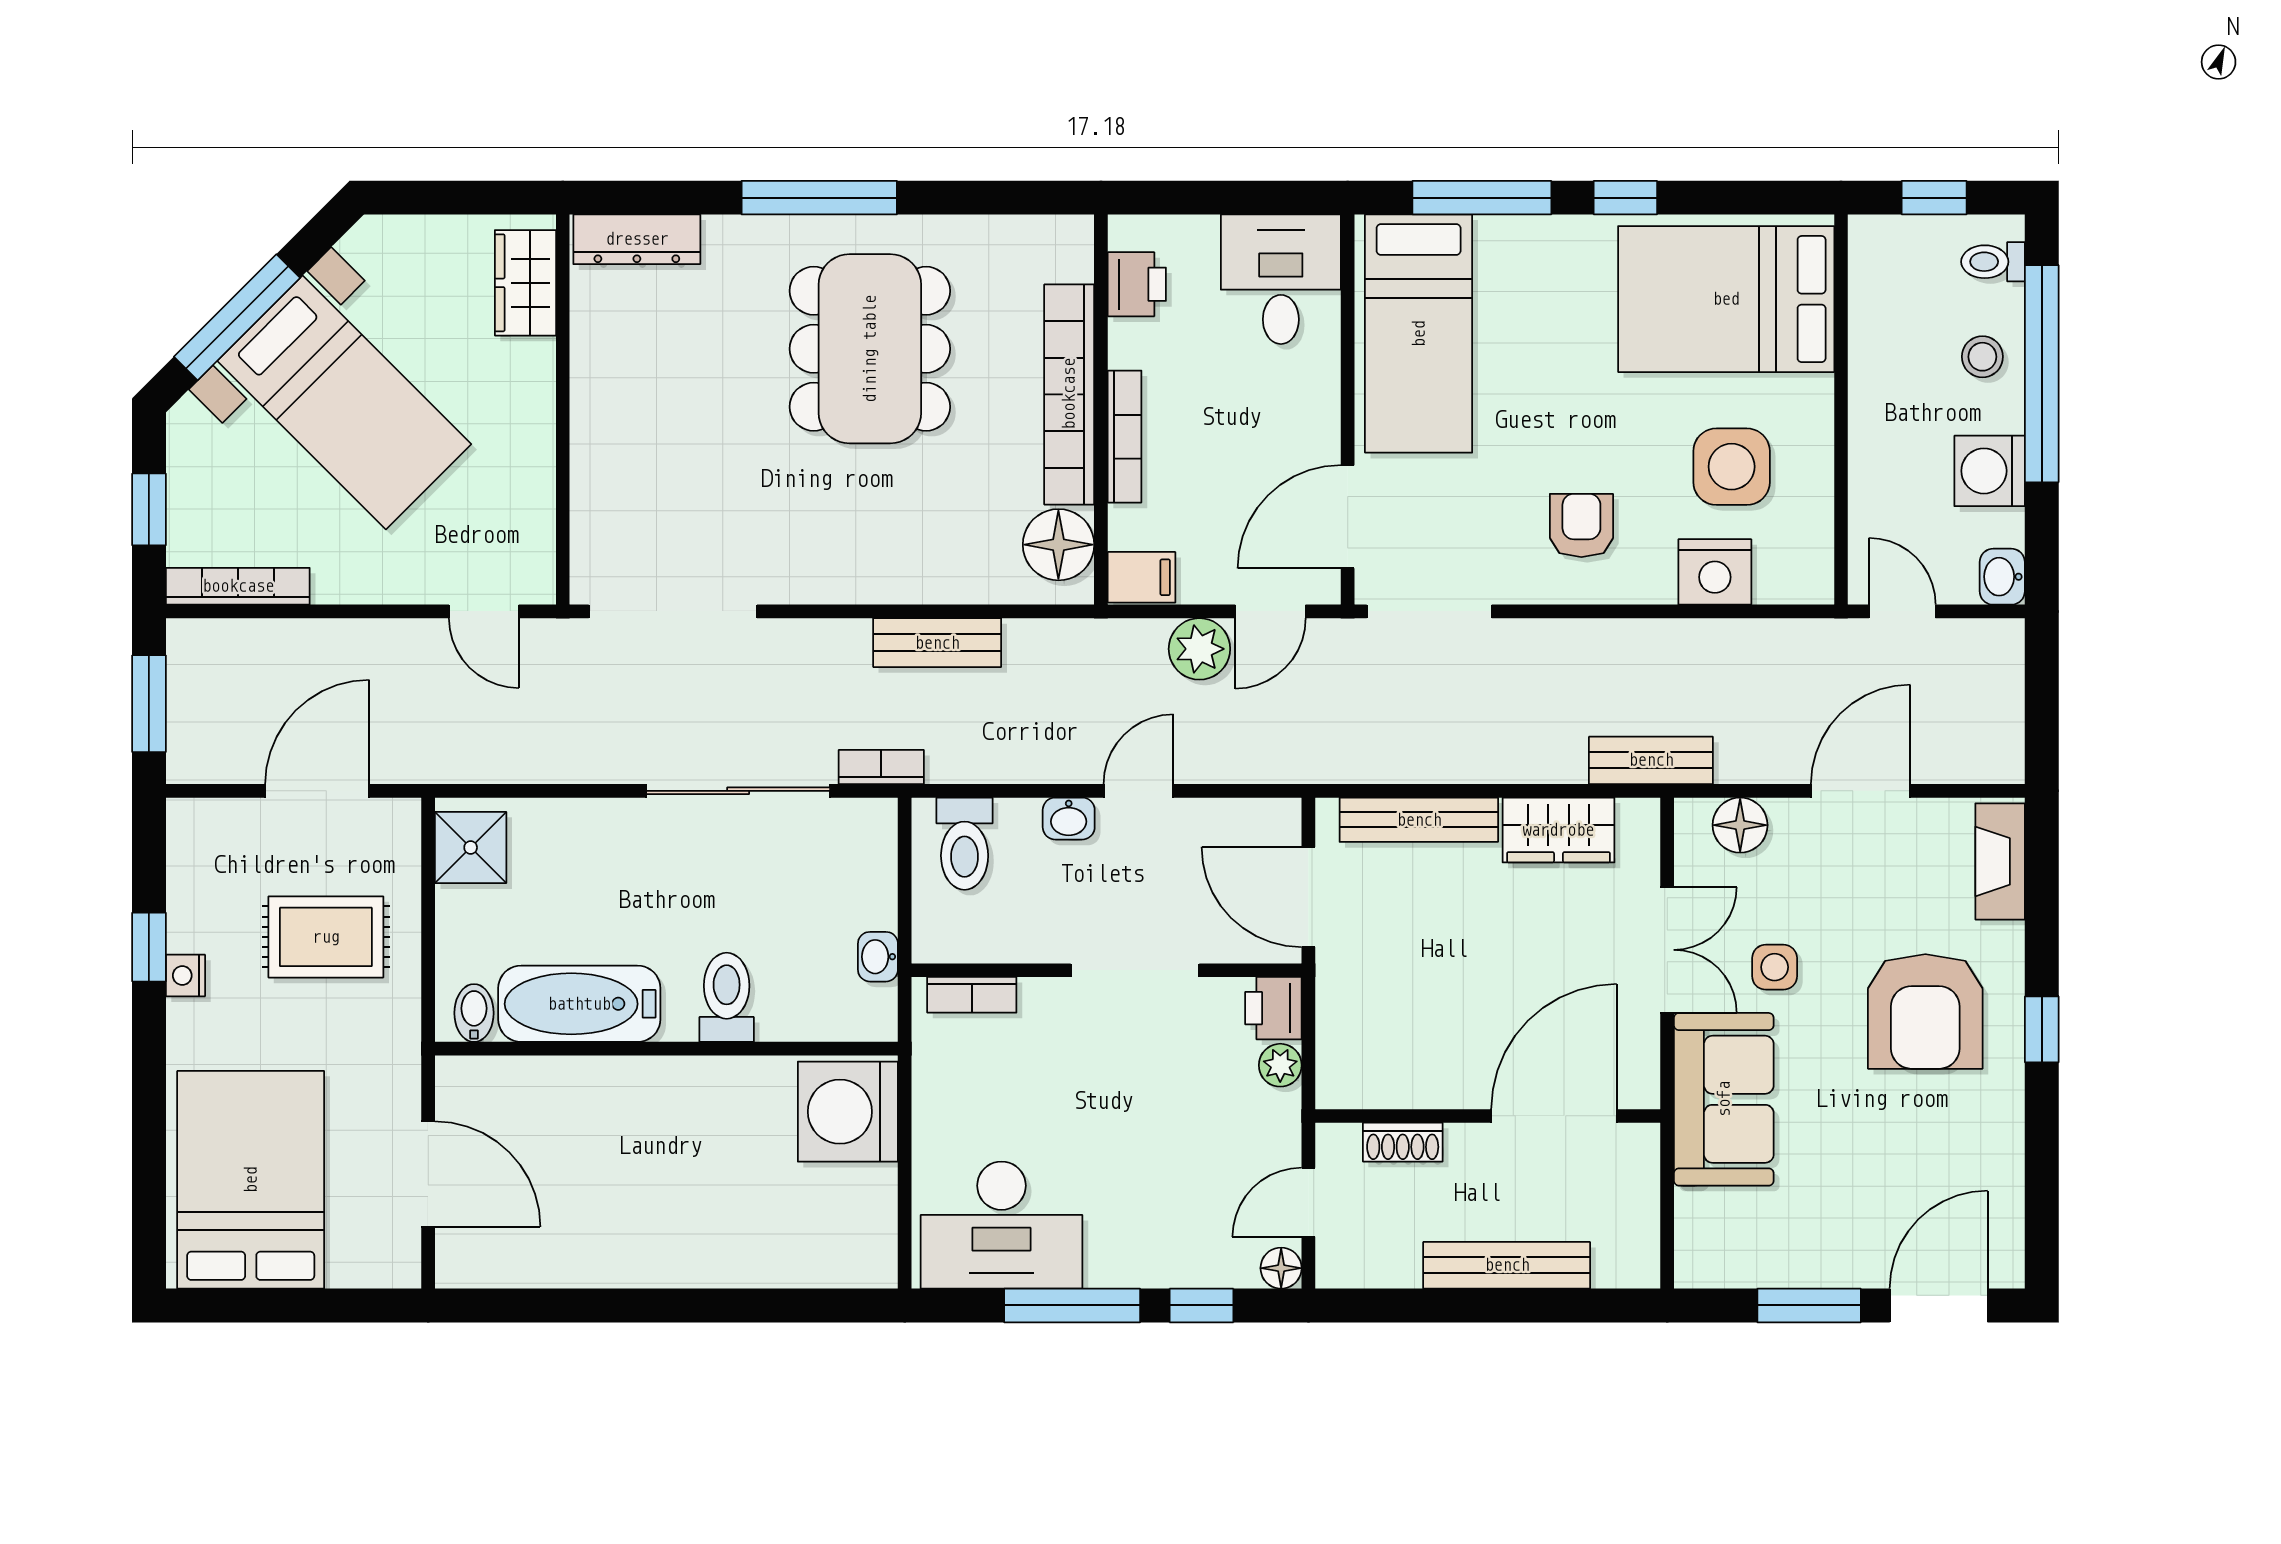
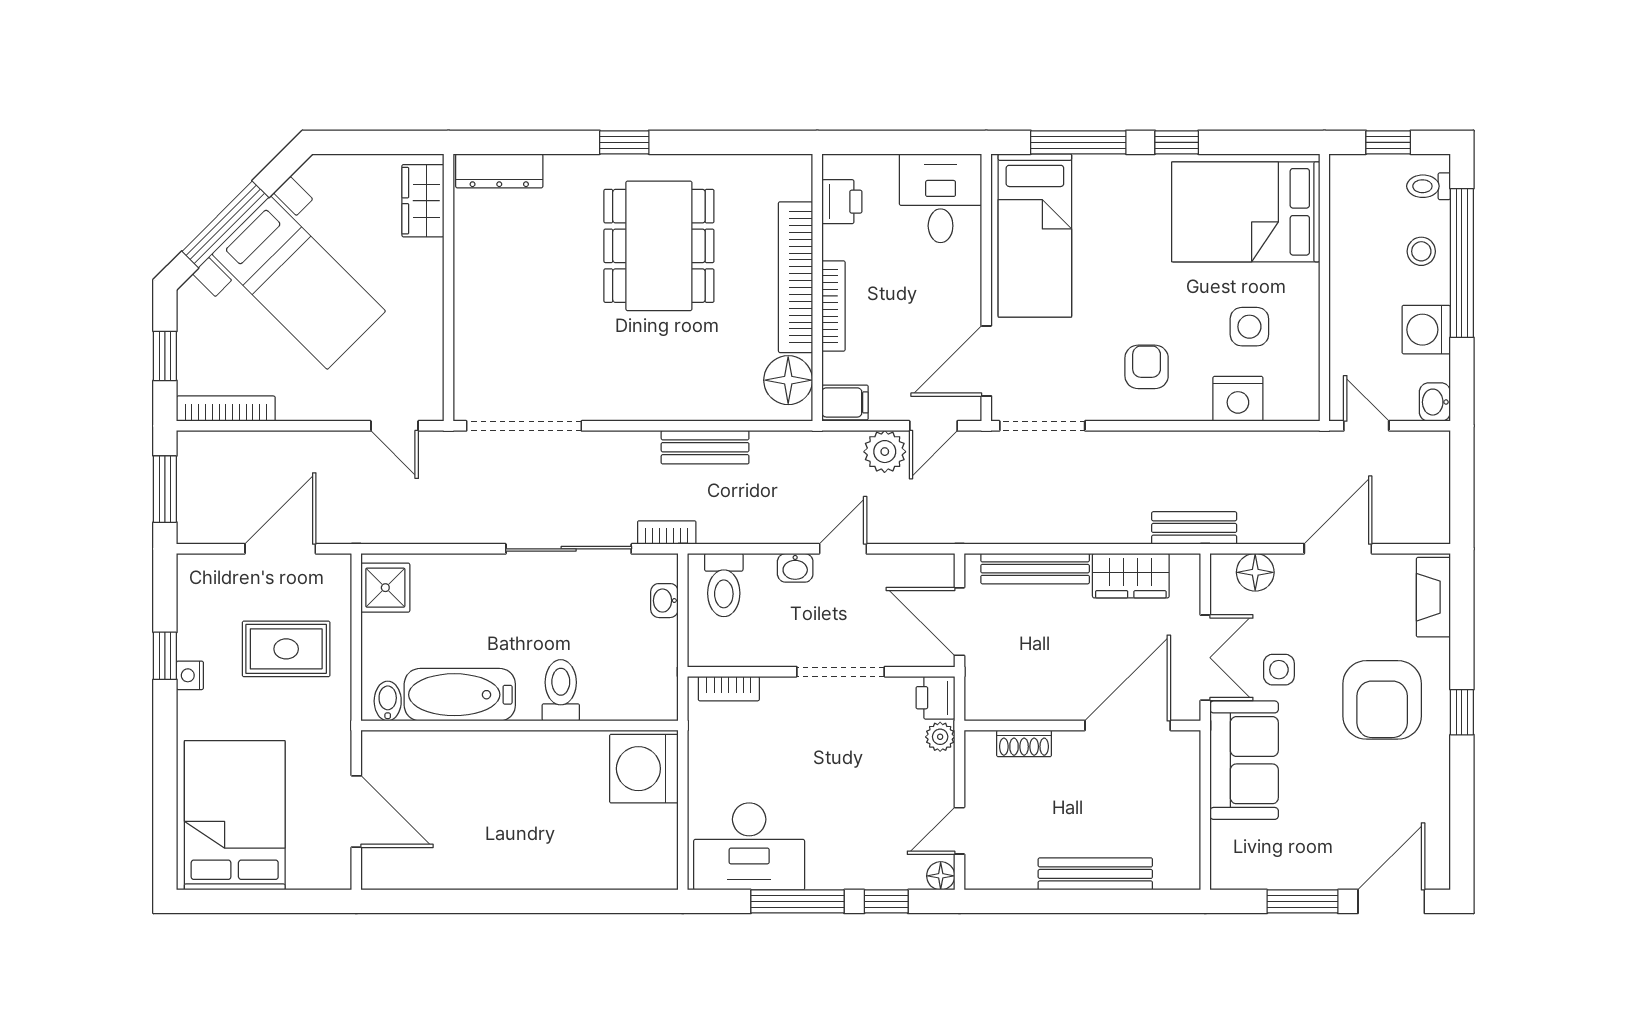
window: (819, 198) -> (624, 142), width x0.46
side table: (1732, 467) -> (1249, 327), width x0.73, depth x0.73
washbasin: (878, 957) -> (664, 601), moved
wall: (1488, 1116) -> (1082, 726), moved
door: (1554, 1116) -> (1128, 726), moved
shoe rack: (1403, 1142) -> (1024, 743), moved

